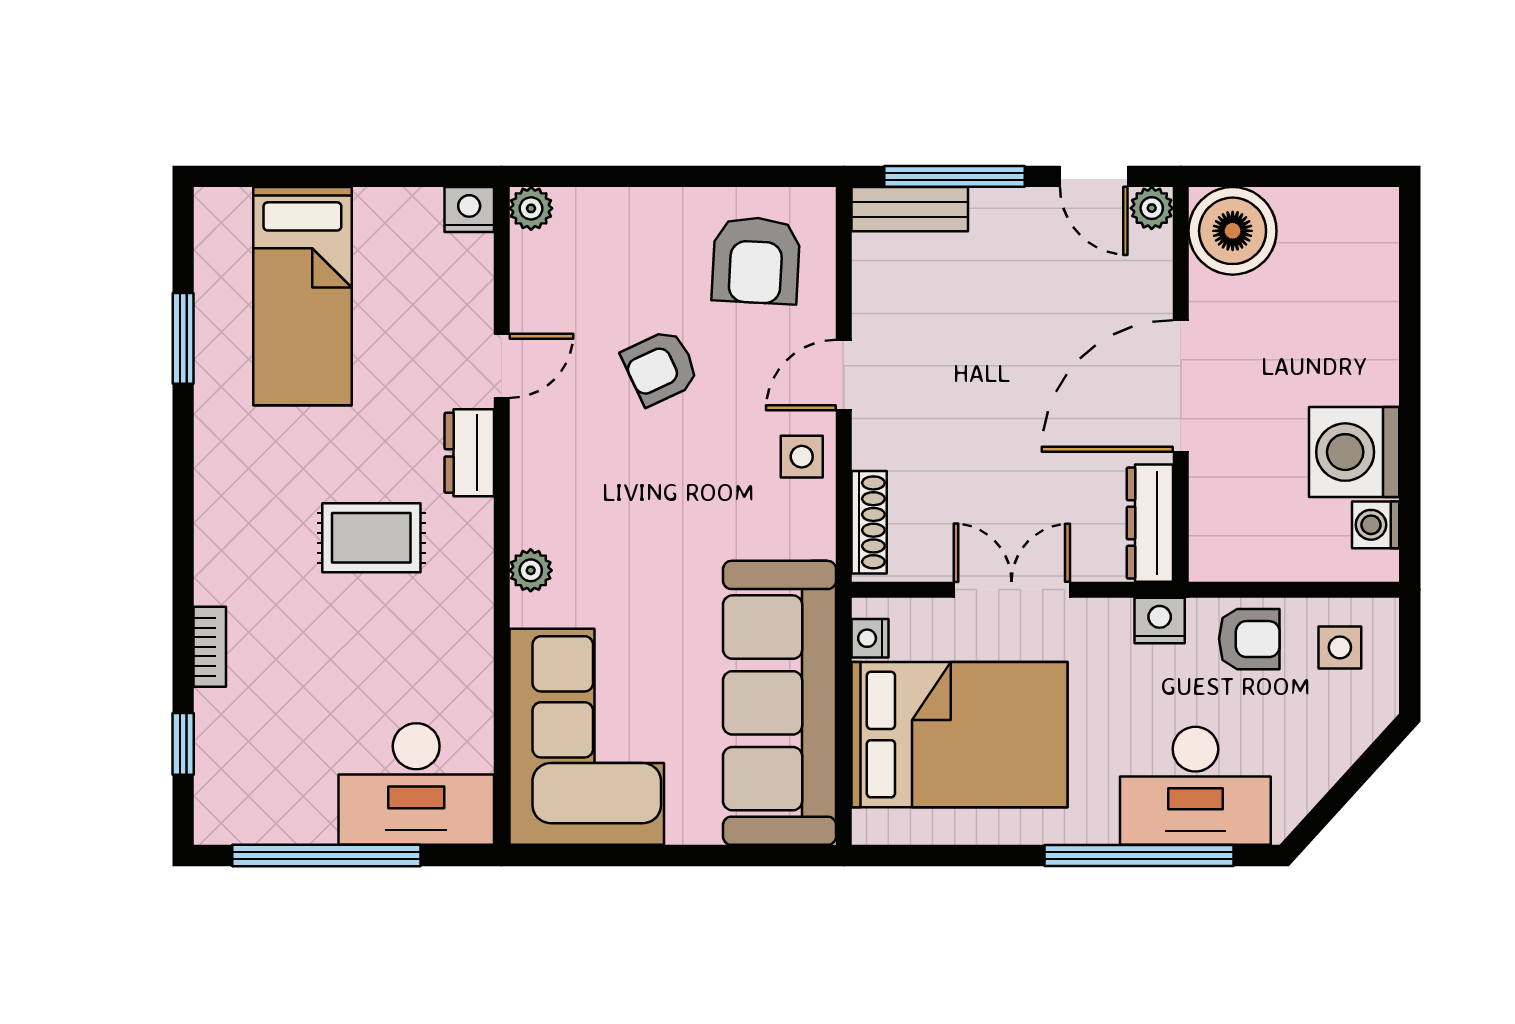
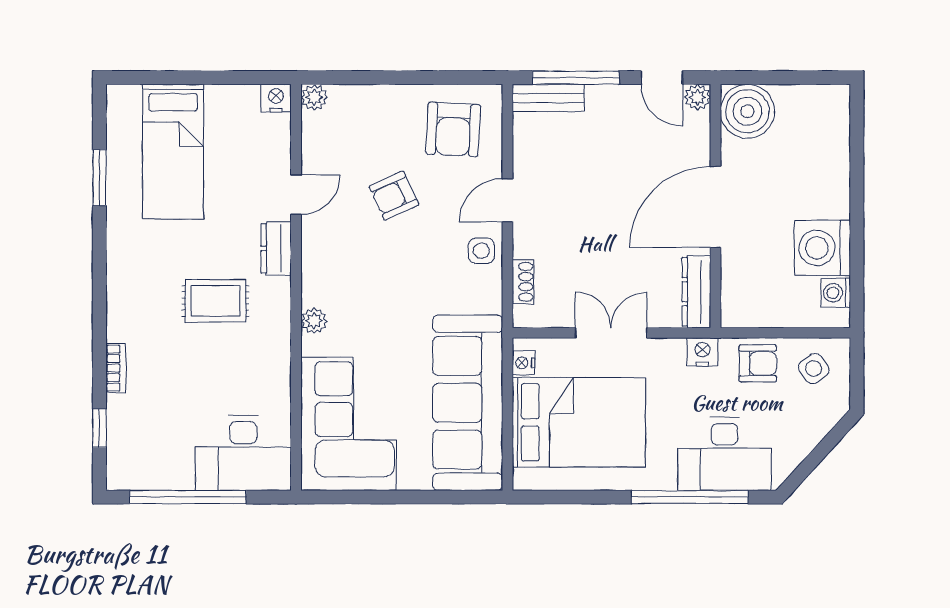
shoe rack: (869, 522) -> (523, 282), width x0.70
side table: (1340, 647) -> (814, 369), turned -37

